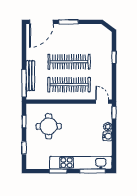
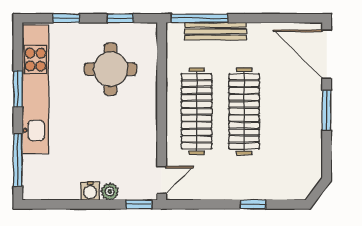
kitchen unit: (81, 163) -> (35, 89), moved

